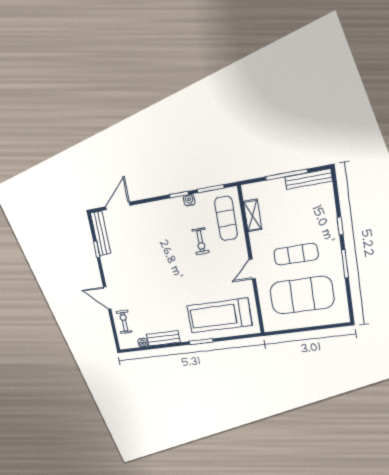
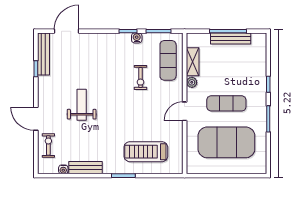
bench: (309, 179) -> (231, 38), moved
plant: (255, 238) -> (192, 82), added
weight bench: (148, 278) -> (82, 105), added
treadmill: (219, 316) -> (146, 152), width x0.73, depth x0.73

